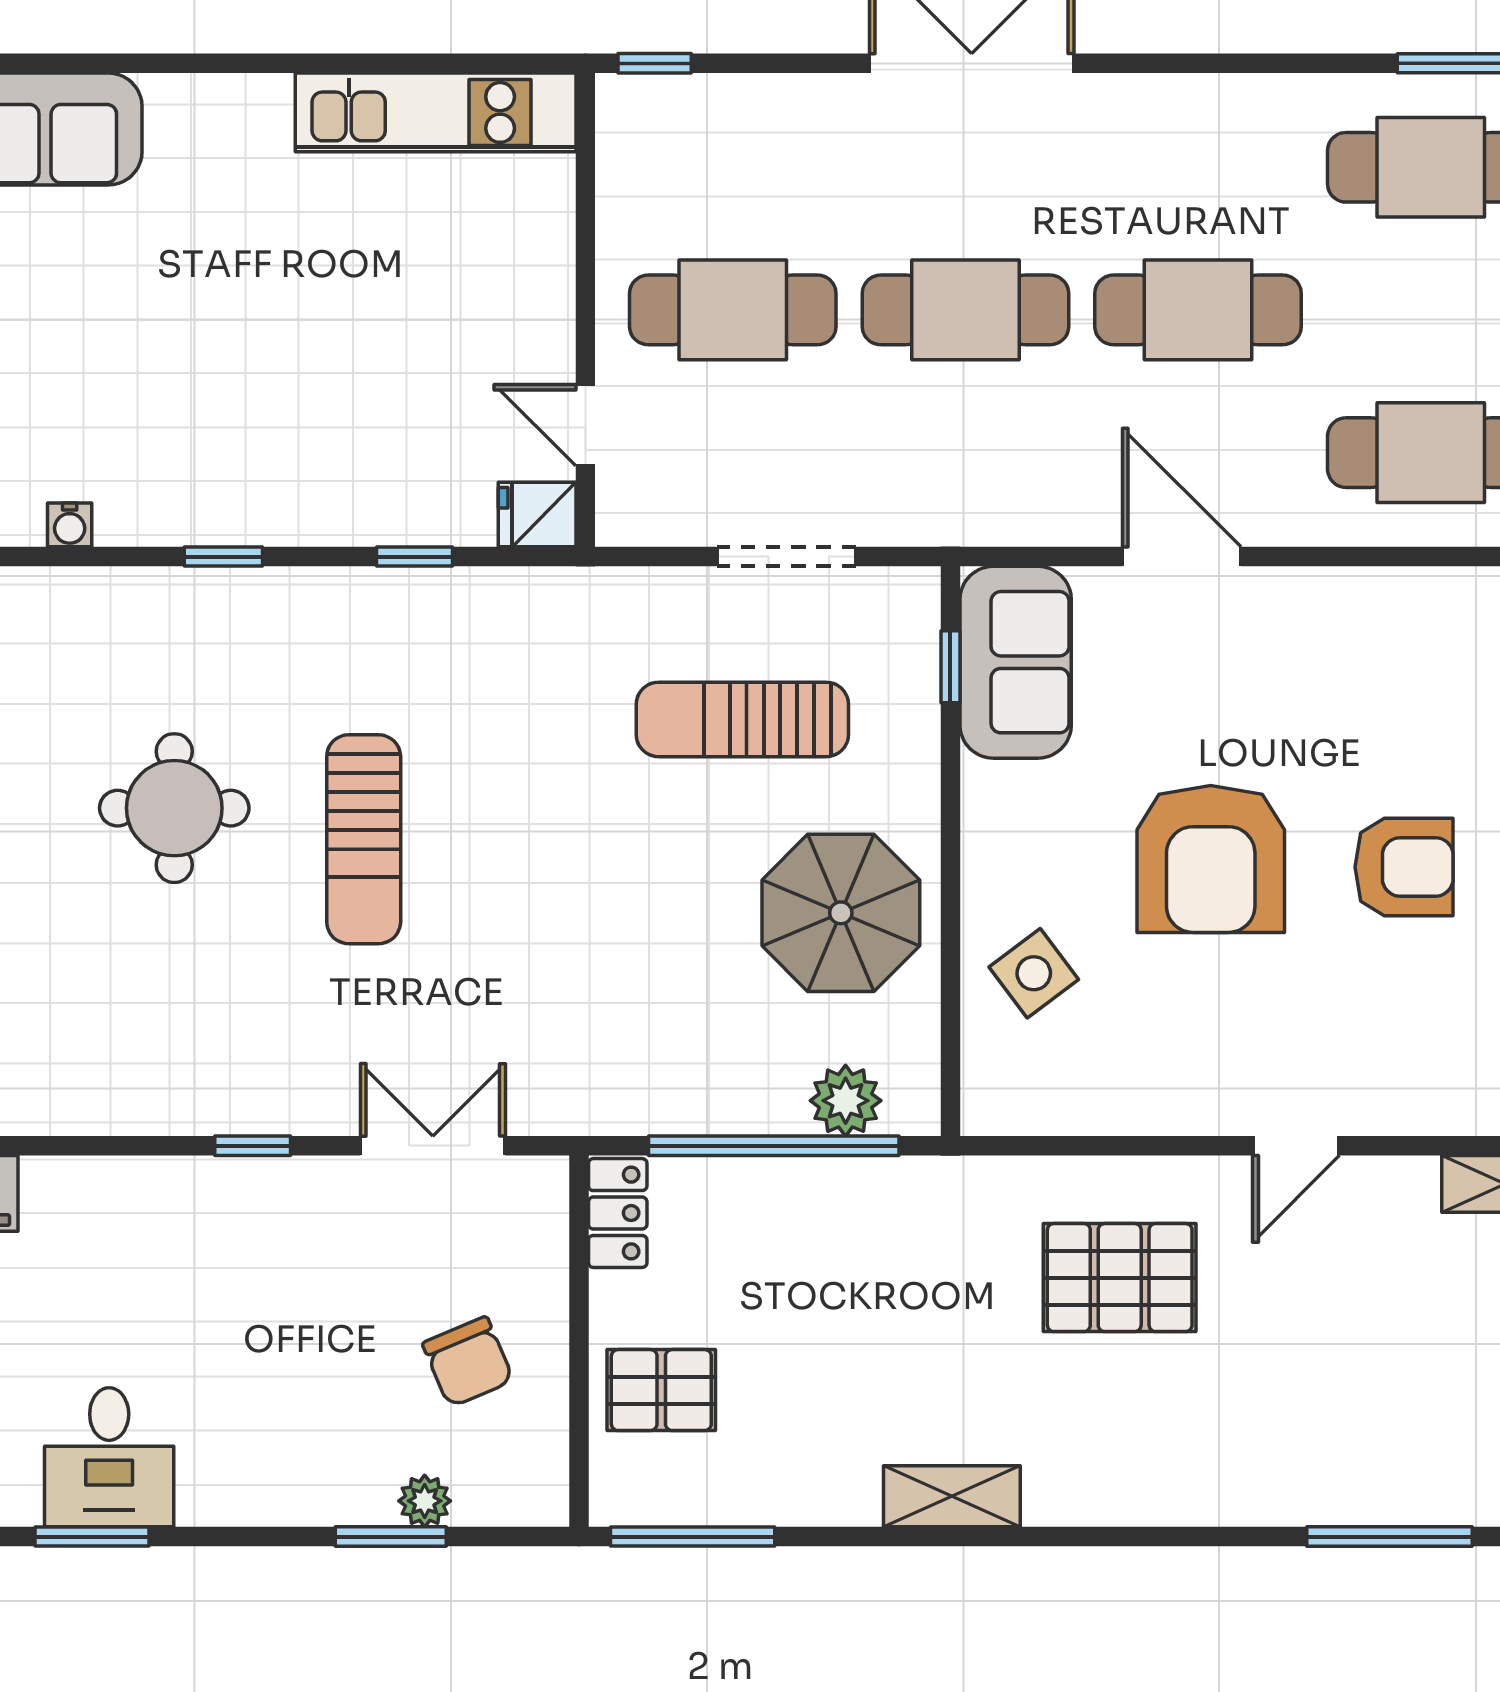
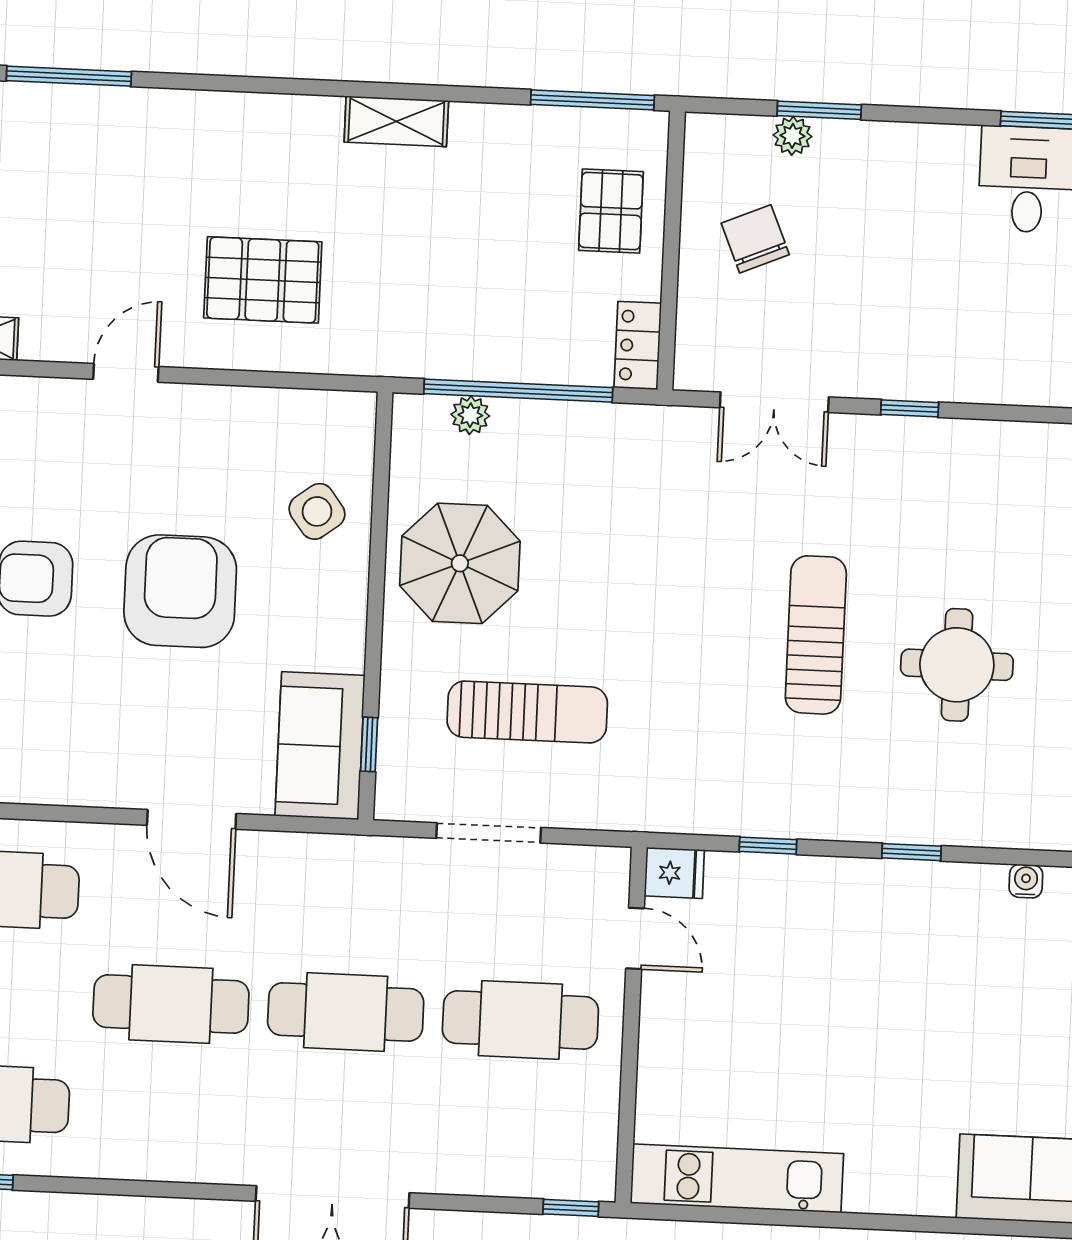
plant: (846, 1101) -> (470, 415), width x0.73, depth x0.73
pallet: (661, 1390) -> (611, 211), turned 90

